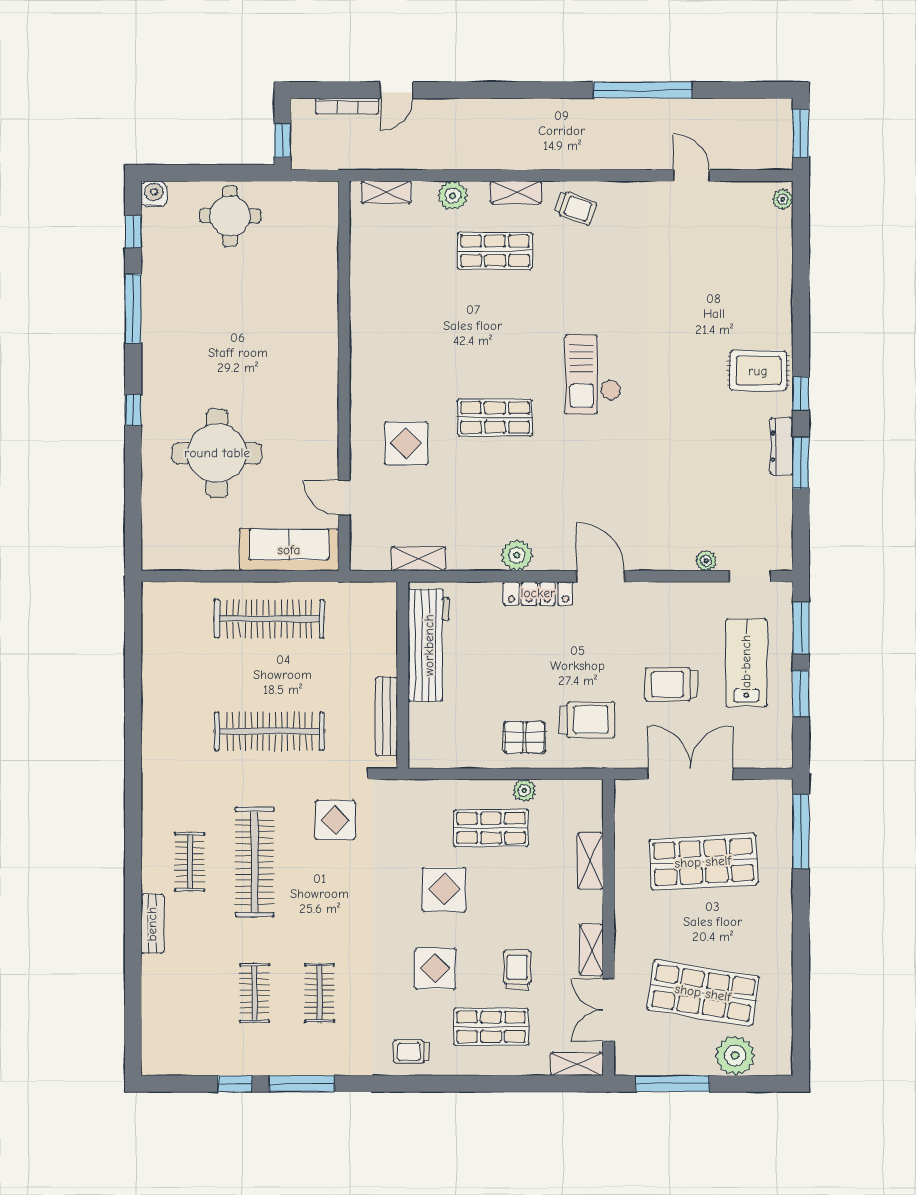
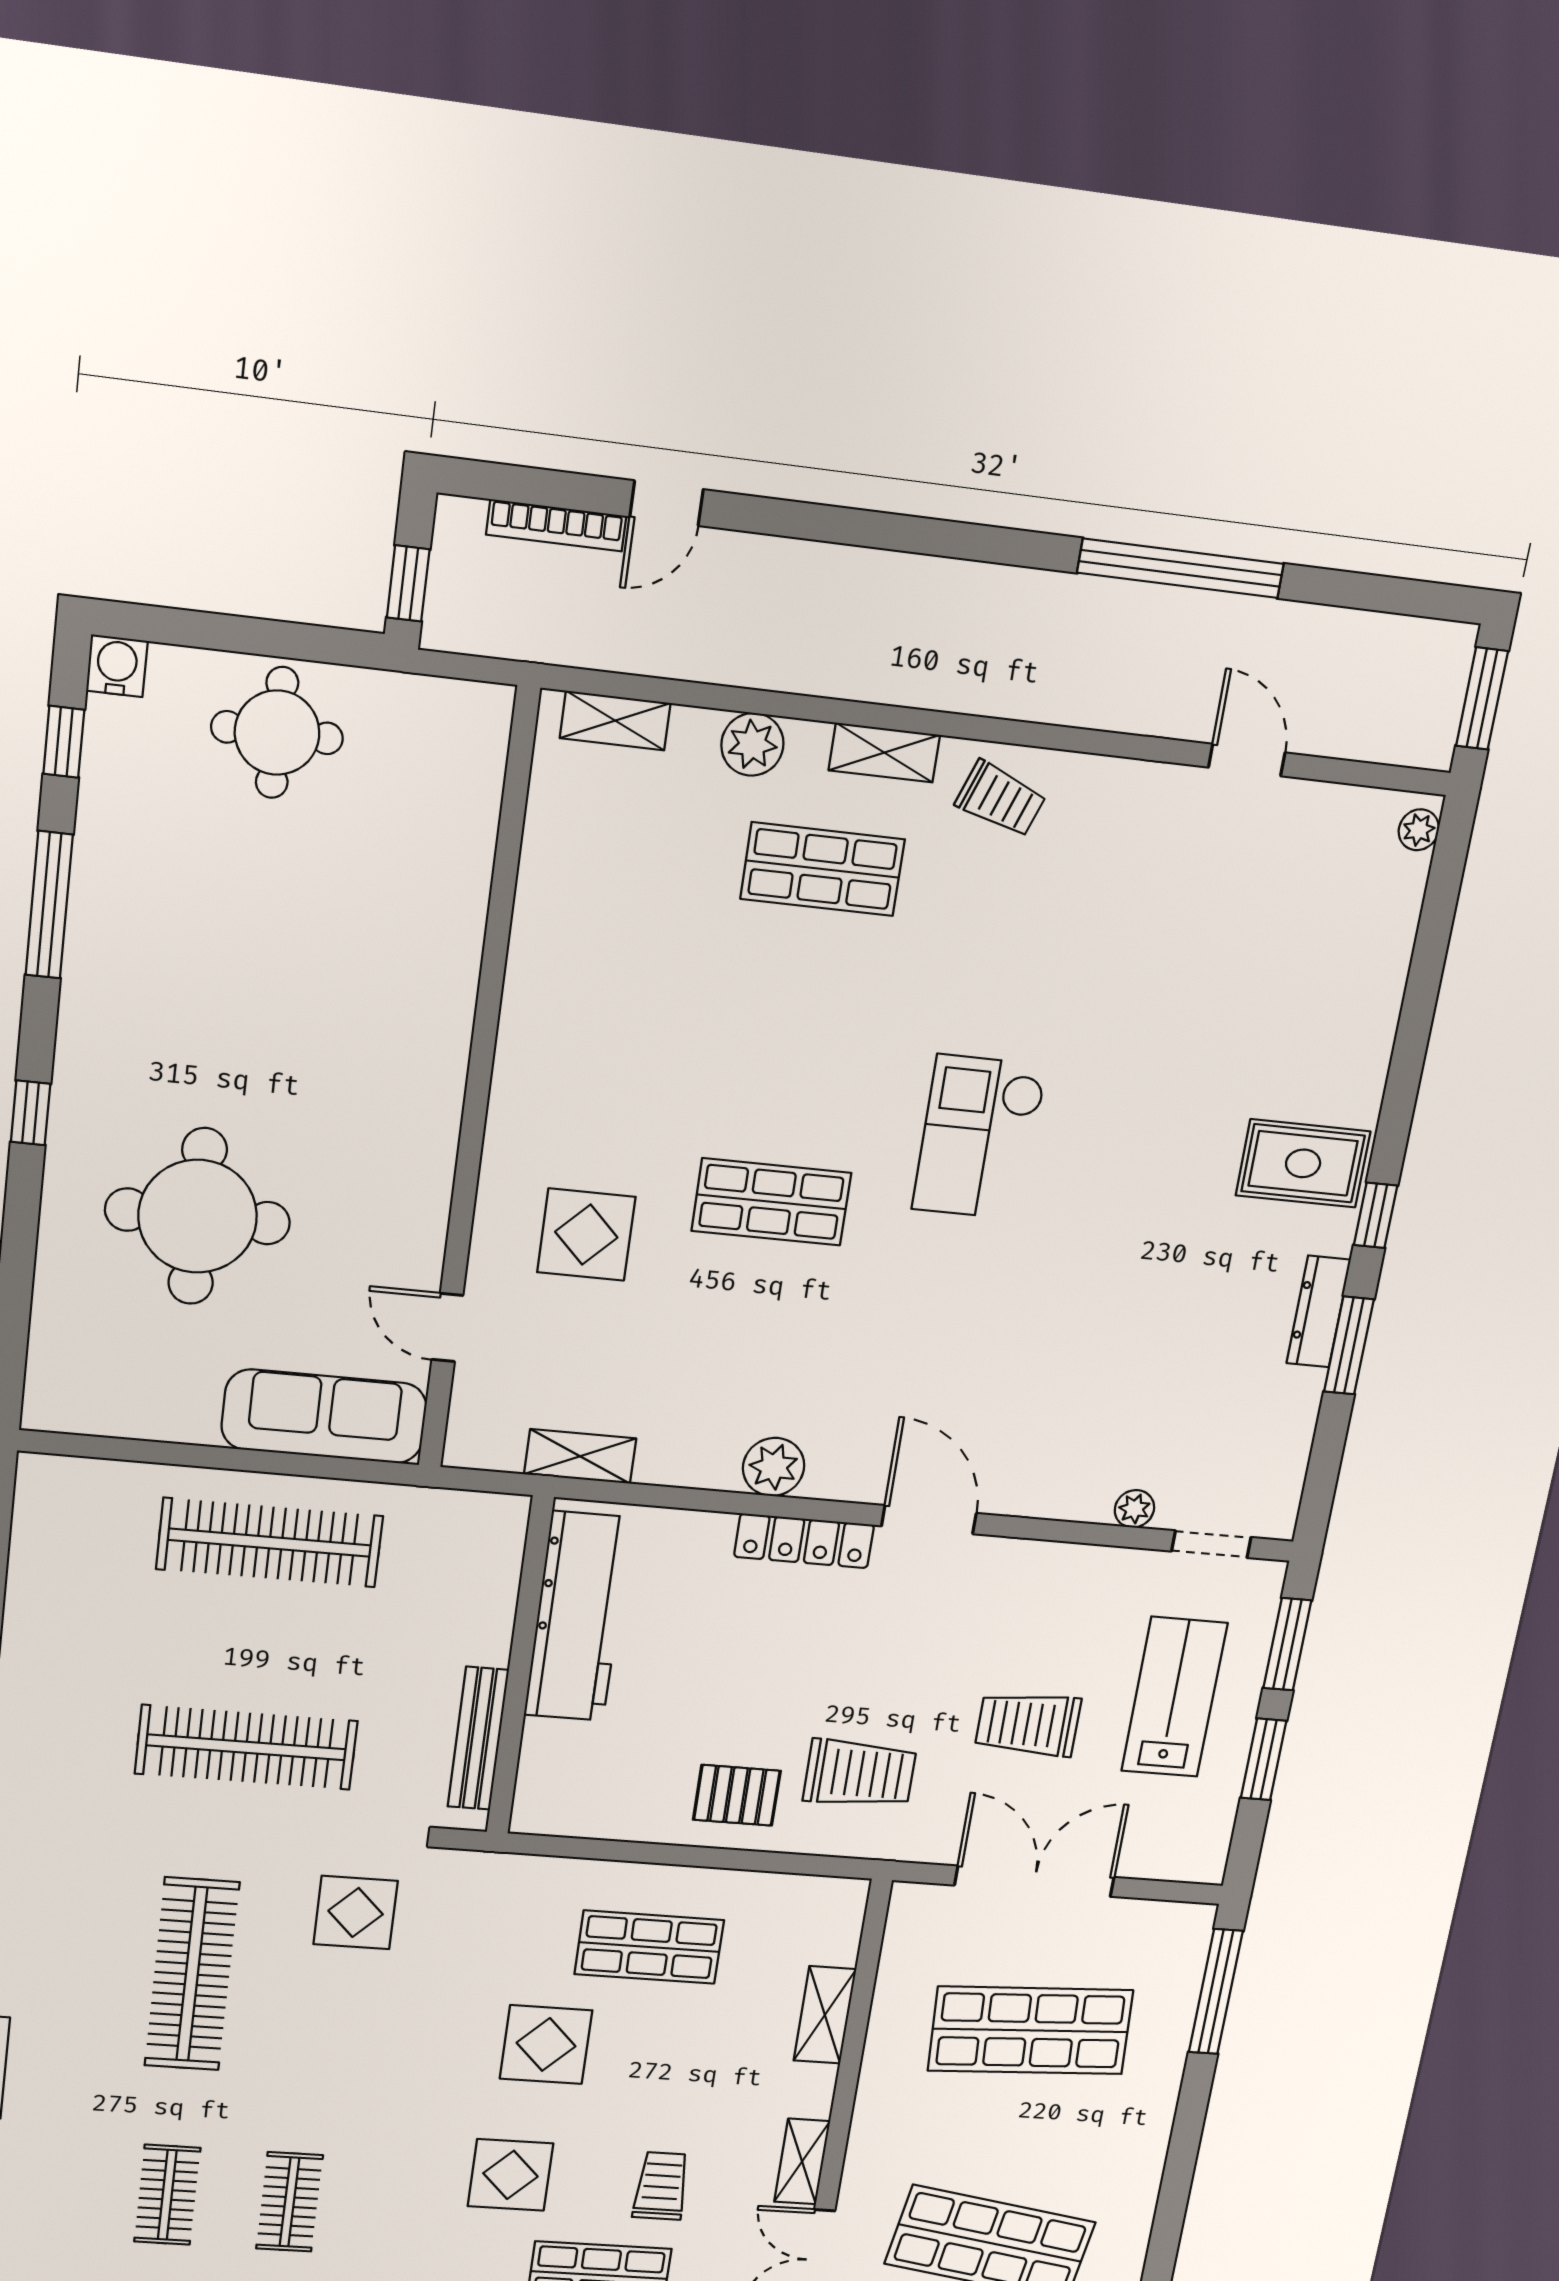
plant: (524, 790) -> (722, 1887), removed
clothes rail: (190, 862) -> (66, 1966), removed

